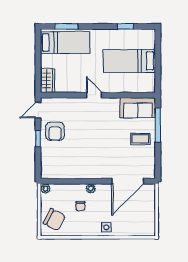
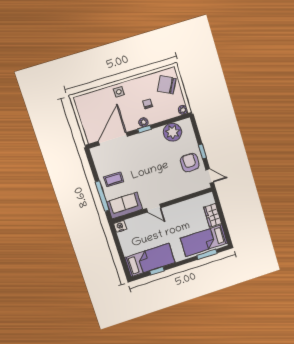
bed: (129, 61) -> (150, 260), moved
wardrobe: (48, 80) -> (213, 215), moved
nightstand: (149, 87) -> (120, 226), added
door: (94, 95) -> (154, 208), moved
door: (38, 110) -> (210, 176), hinge flipped
plant: (64, 169) -> (173, 132), added
window: (92, 181) -> (144, 129), added

